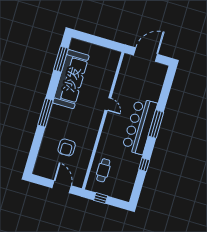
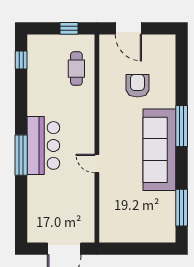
sofa: (71, 79) -> (159, 150), moved
bar counter: (140, 126) -> (43, 145), width x0.73
window: (144, 165) -> (21, 60), moved

